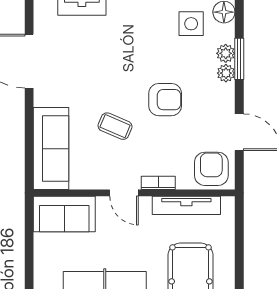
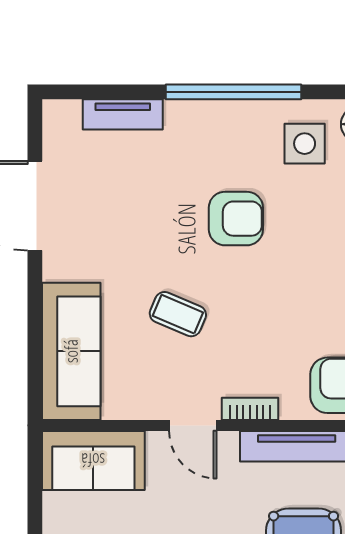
armchair: (165, 100) -> (236, 219), moved

